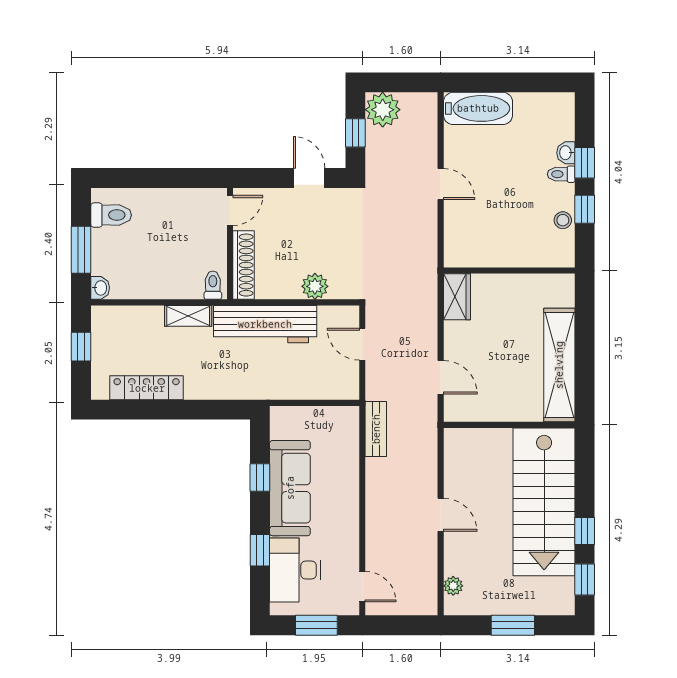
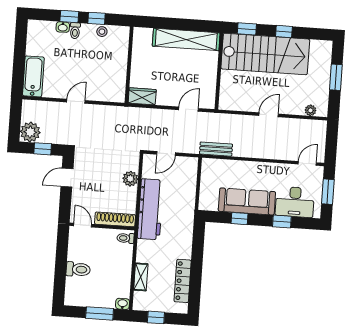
toilet: (111, 215) -> (78, 269), moved, turned 90
shelving: (188, 316) -> (141, 277), moved
window: (585, 579) -> (247, 29), moved

